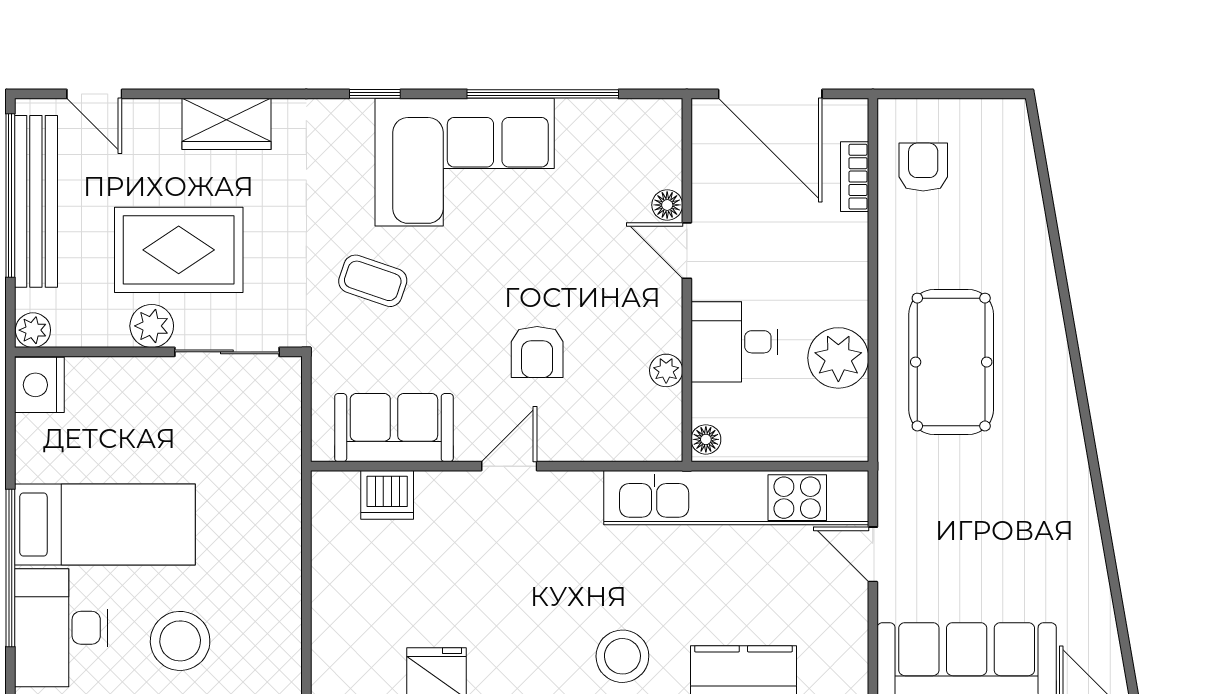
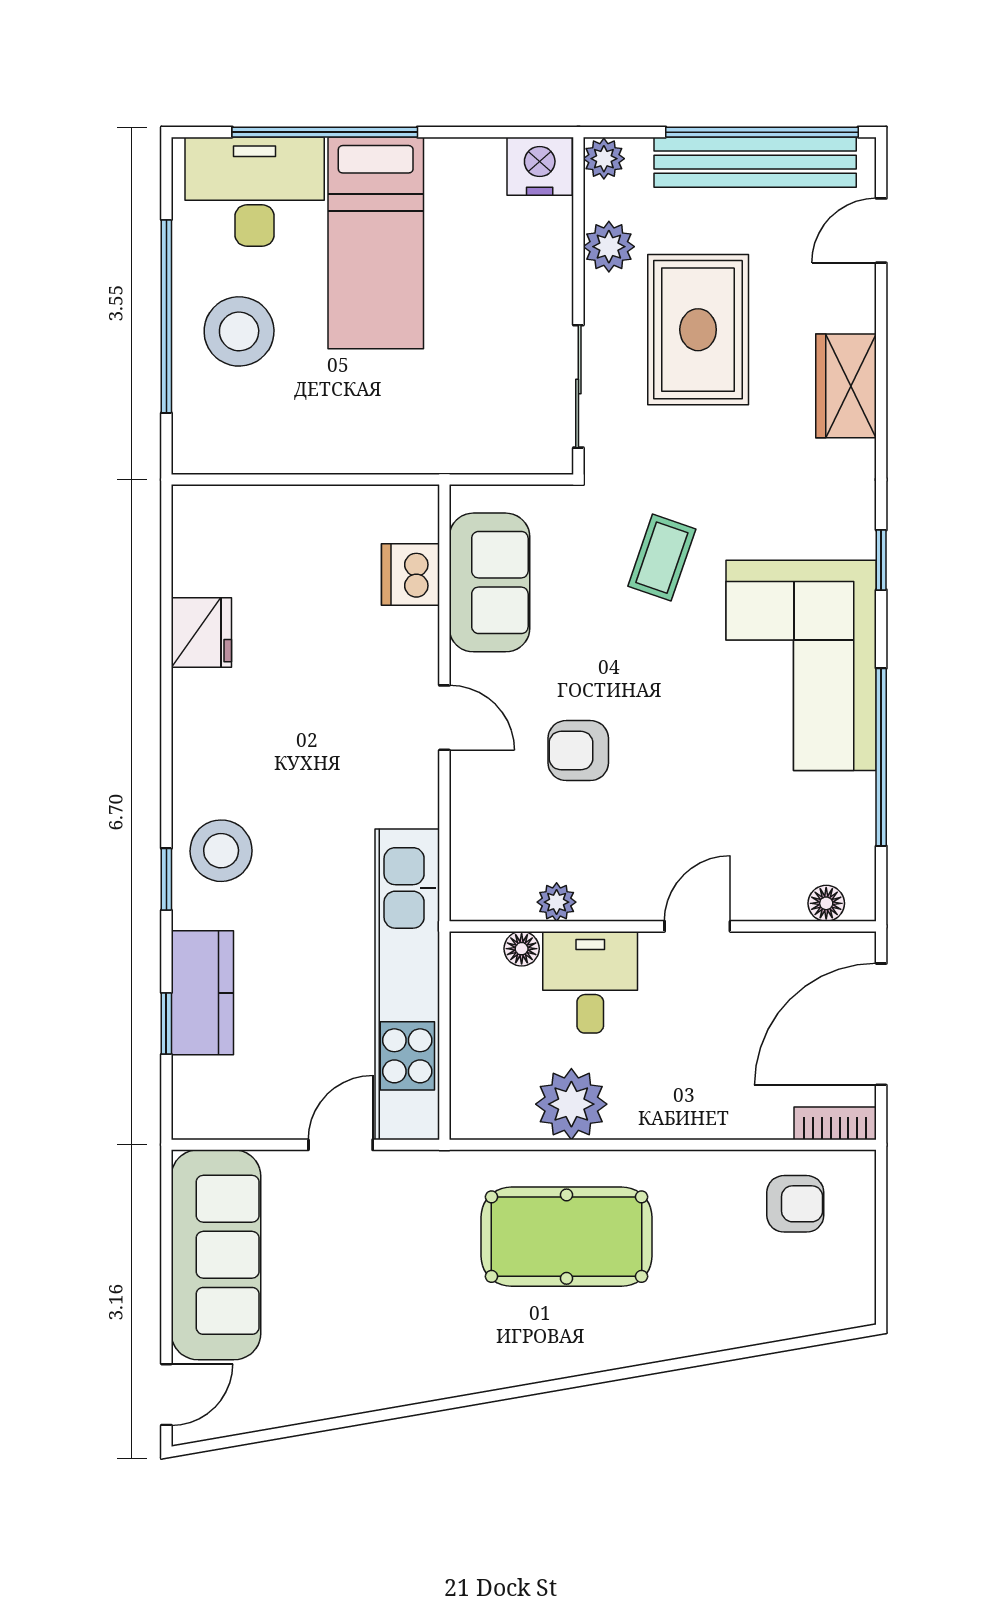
bookcase: (855, 177) -> (835, 1123), moved
floor lamp: (667, 205) -> (826, 903), moved
plant: (152, 326) -> (609, 247), moved
floor lamp: (706, 439) -> (522, 949), moved

